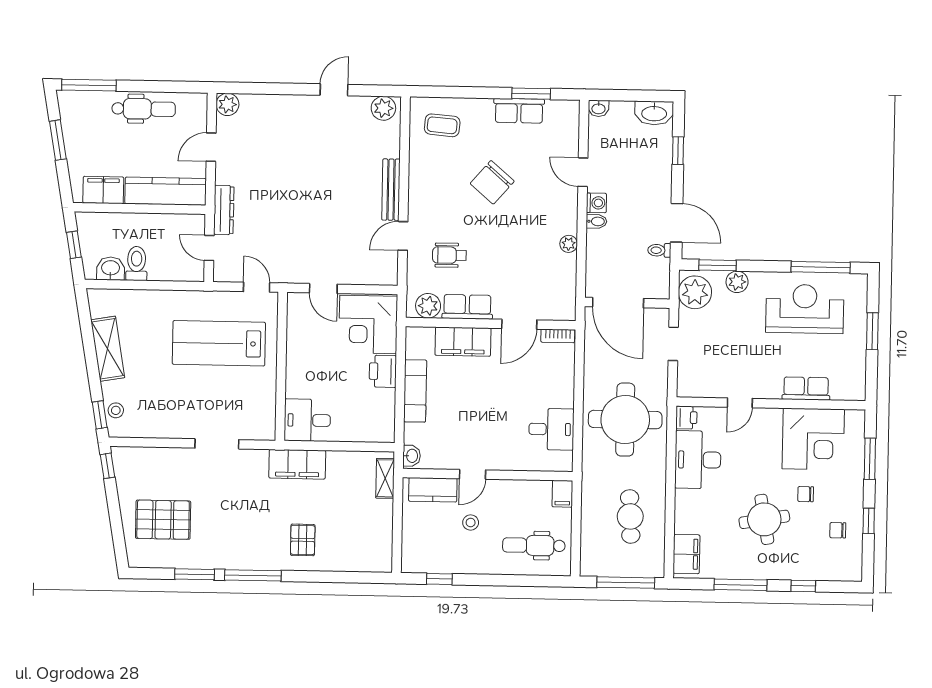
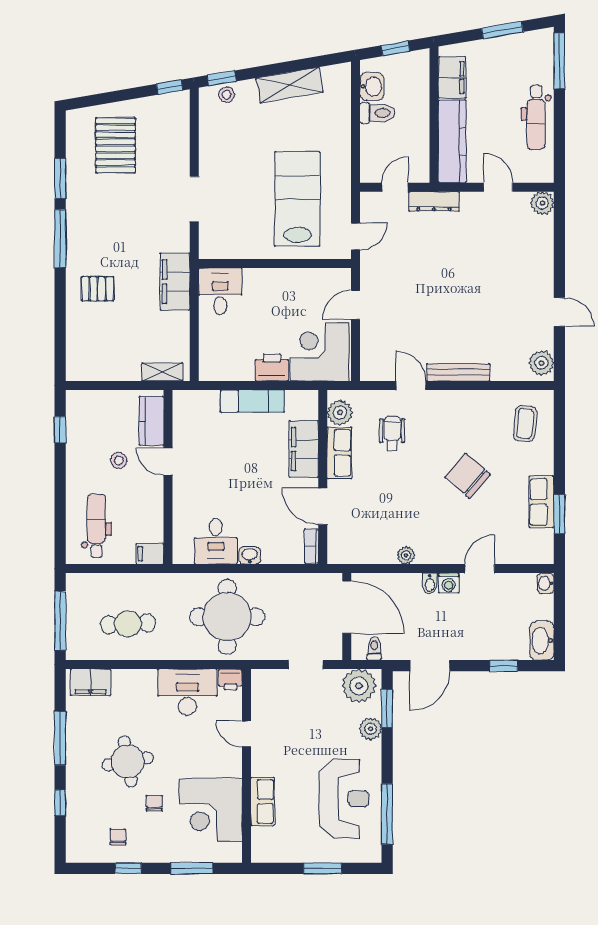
toilet: (659, 250) -> (374, 648), moved
door: (618, 303) -> (347, 607), swing flipped
washbasin: (412, 456) -> (250, 555), moved, turned 180

